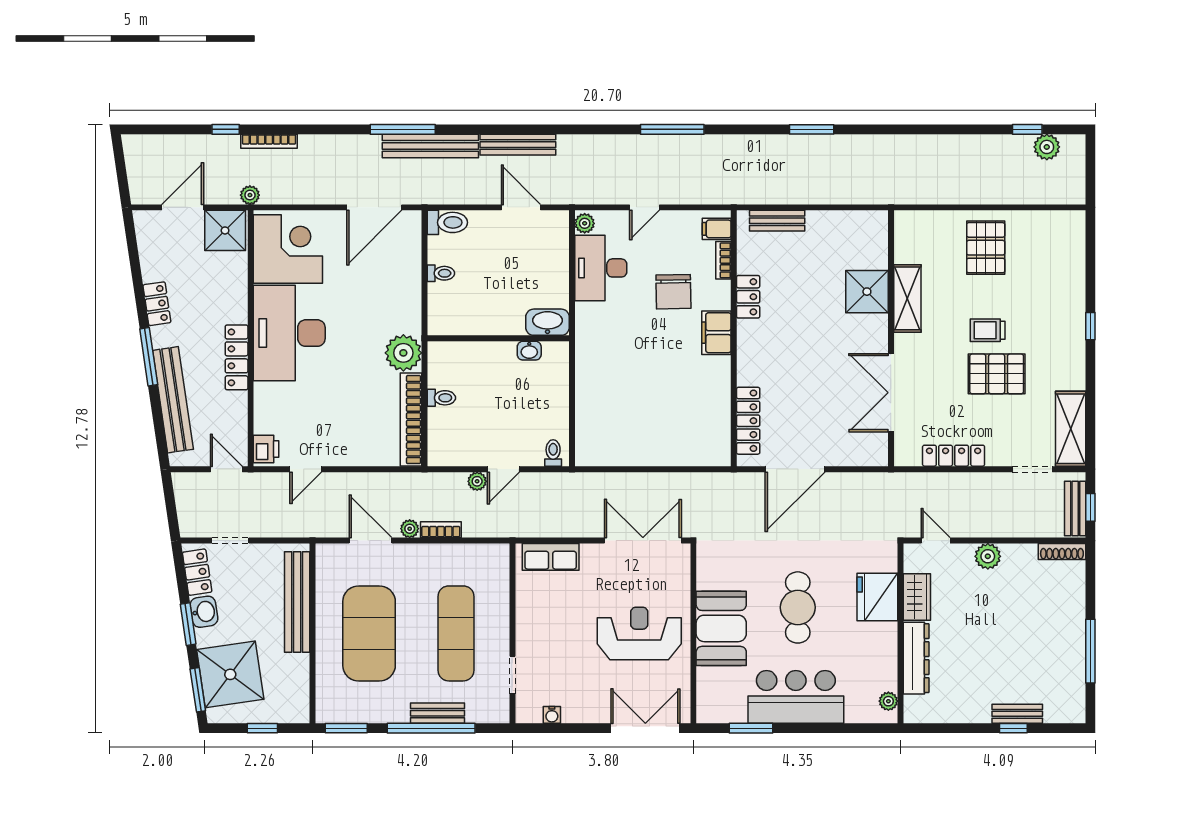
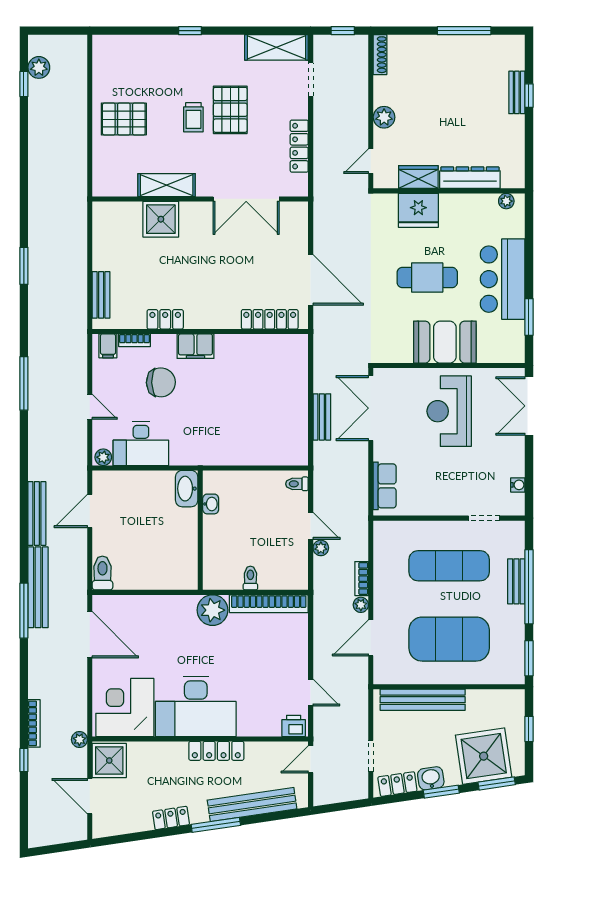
toilet: (441, 273) -> (145, 579), removed
bench: (1075, 509) -> (322, 417), moved, turned 90

